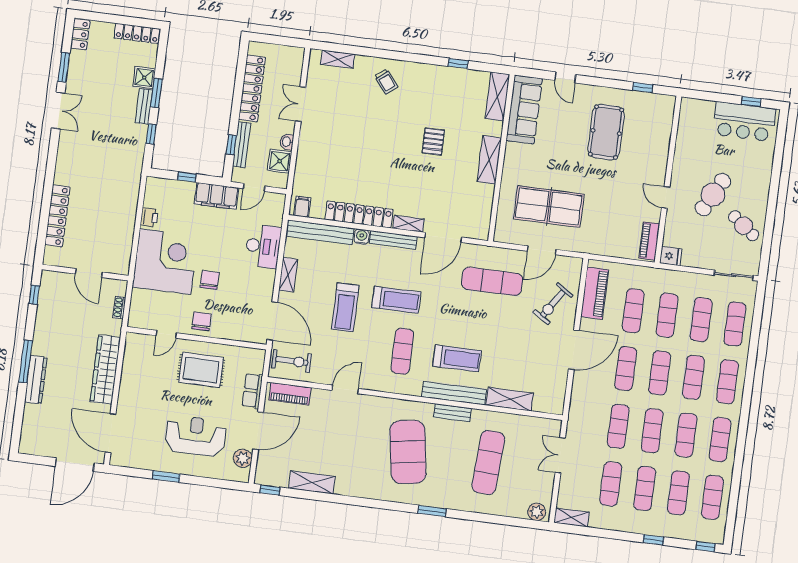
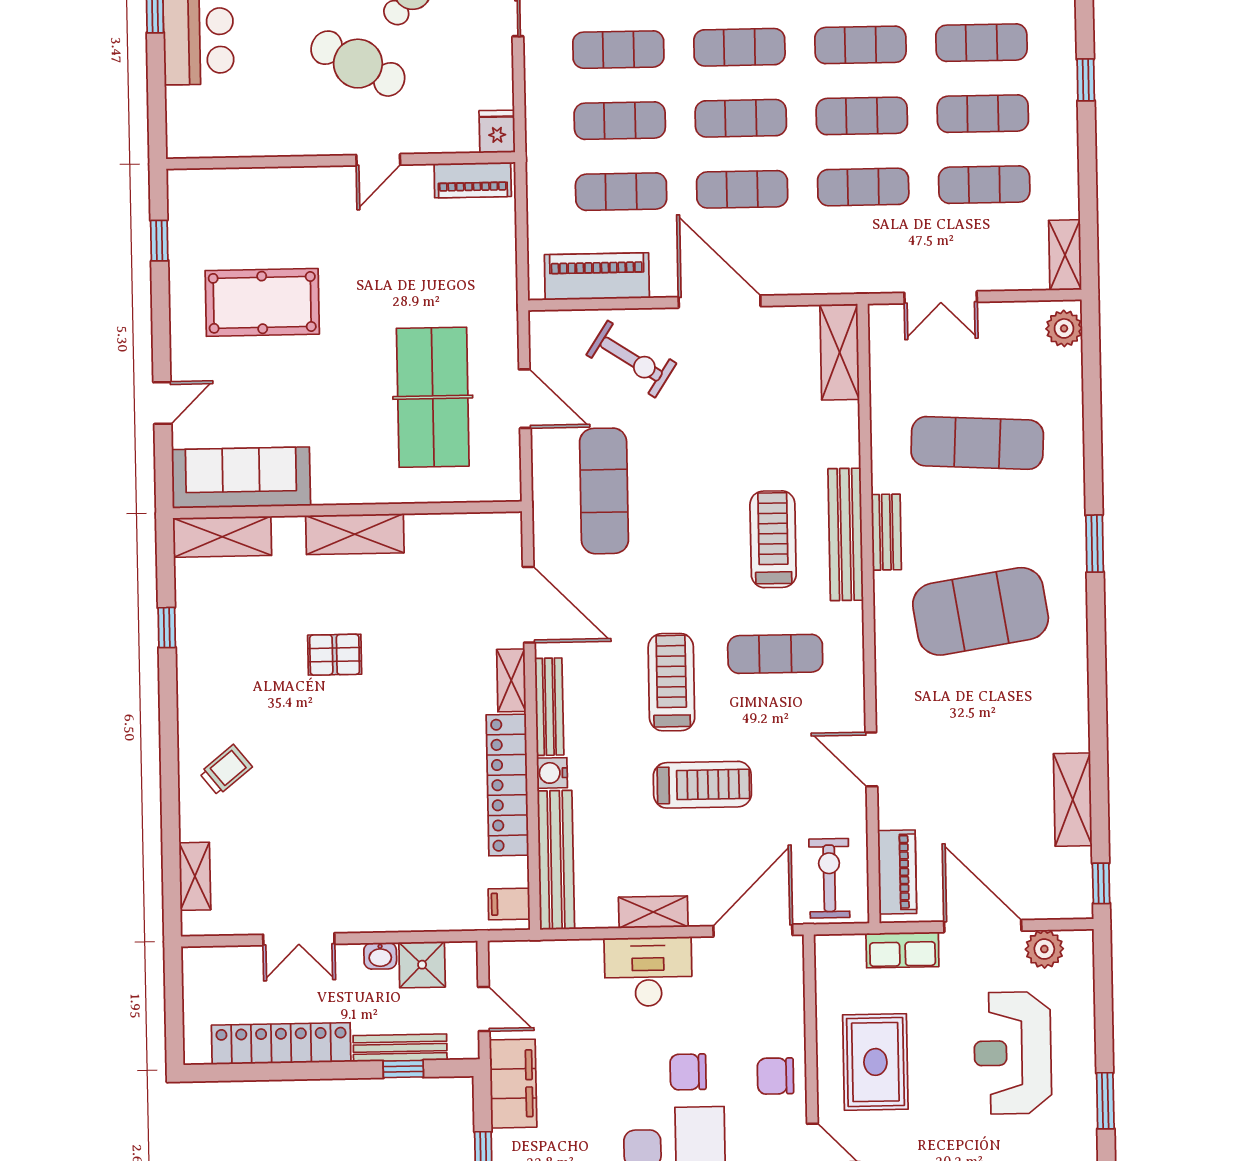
desk: (263, 246) -> (648, 972), moved
shelving: (510, 399) -> (840, 352), moved

